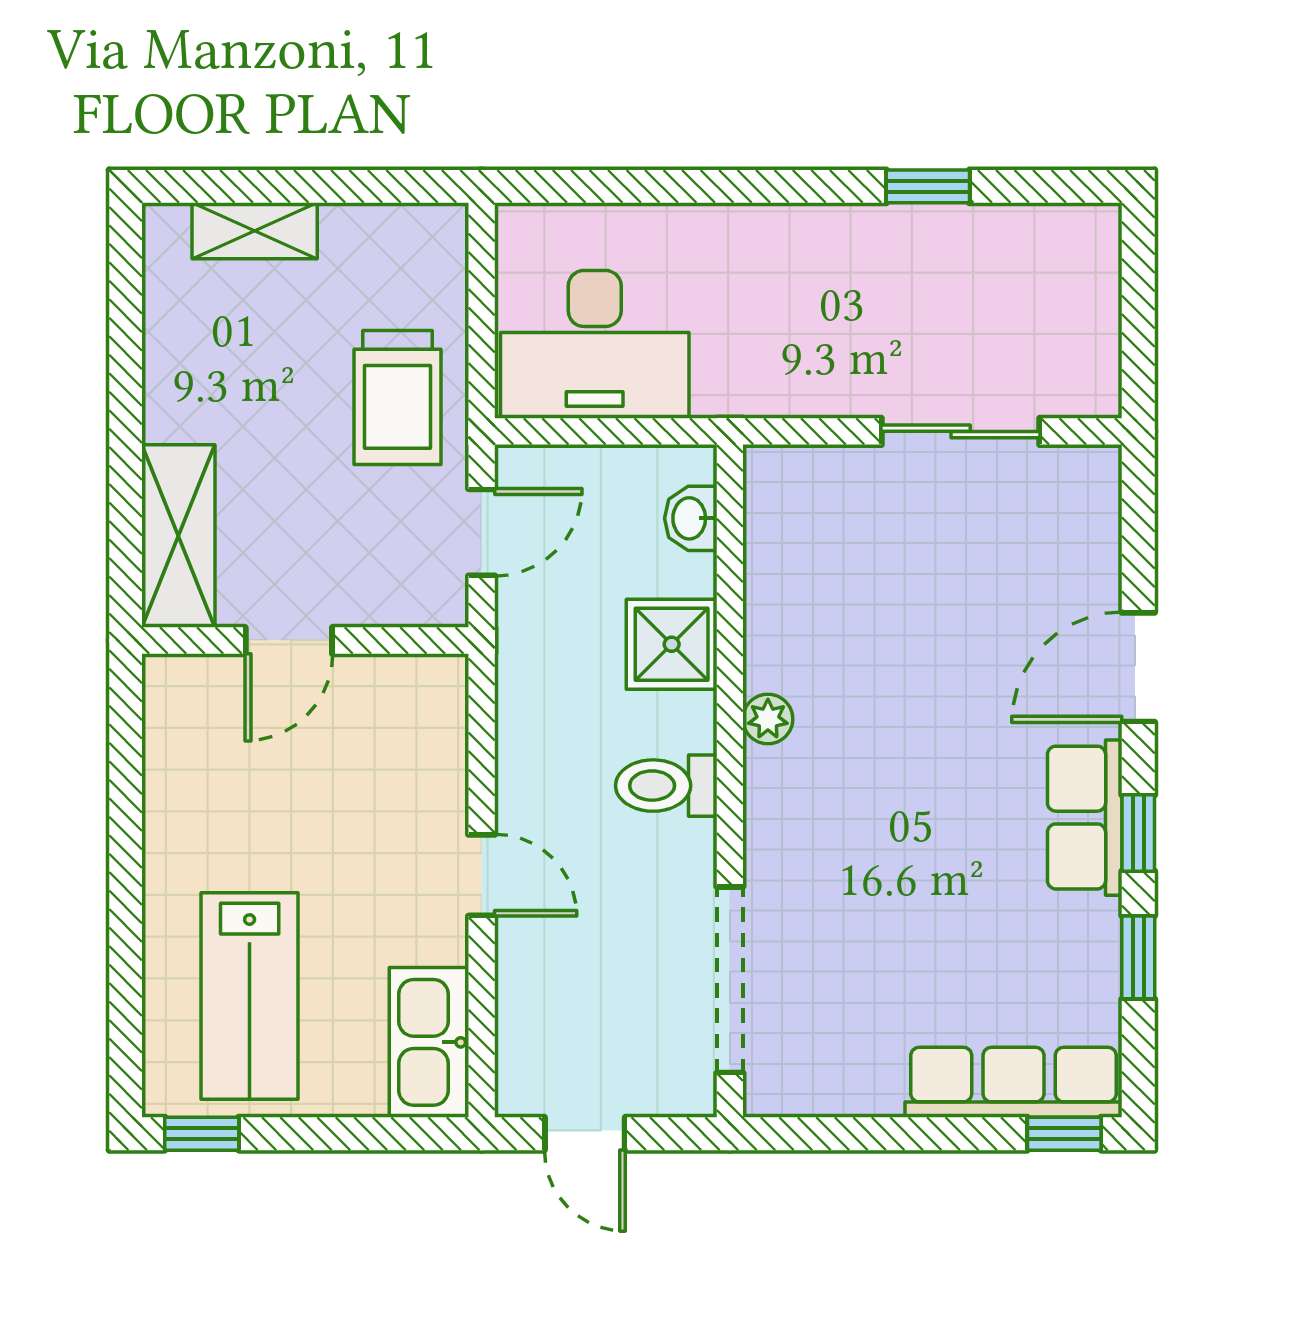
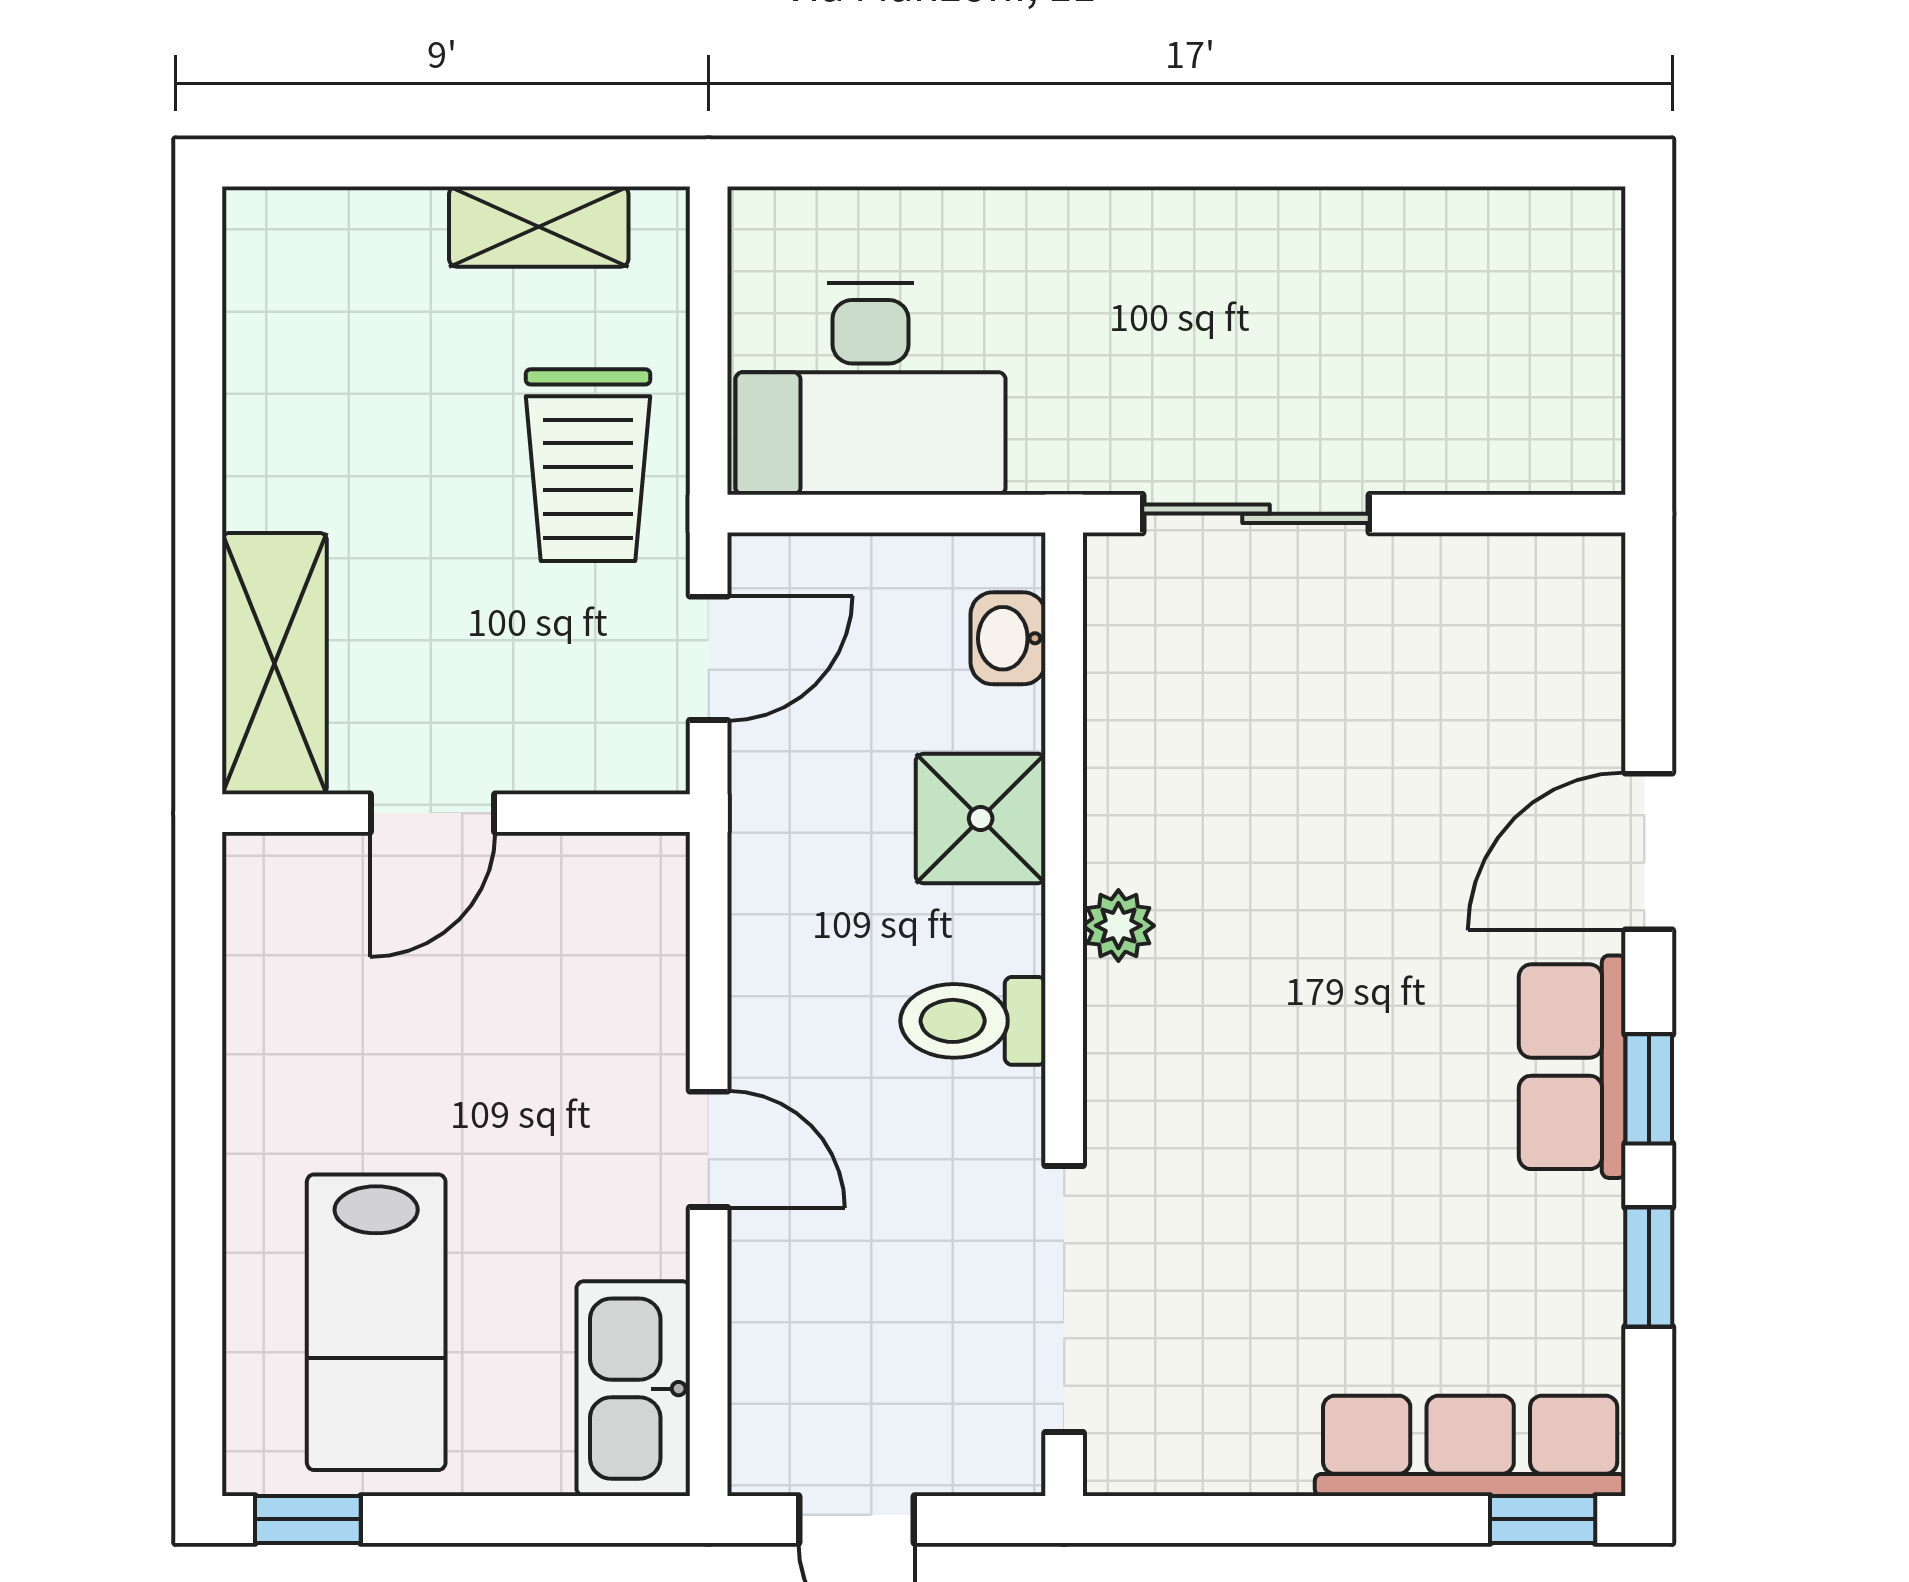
window: (928, 186) -> (1348, 163), removed
shelving: (255, 231) -> (539, 227), moved
sliding door: (961, 431) -> (1256, 514), moved

